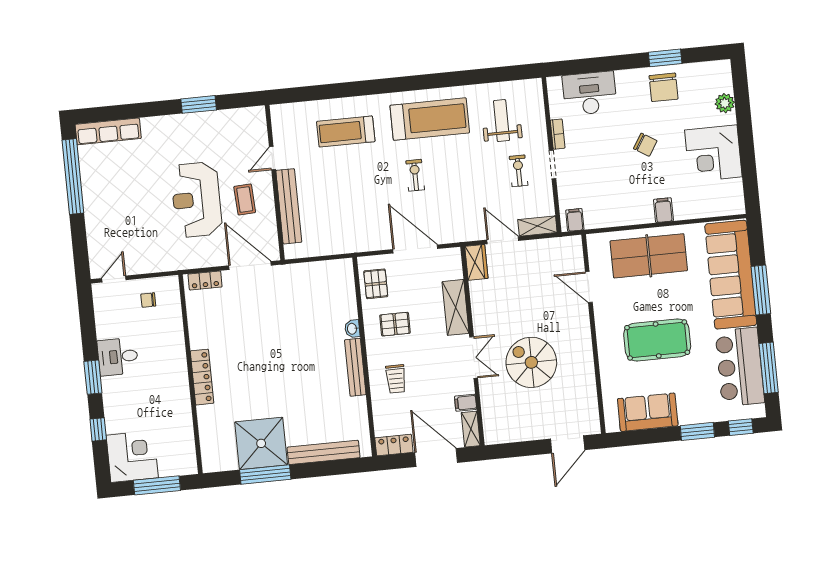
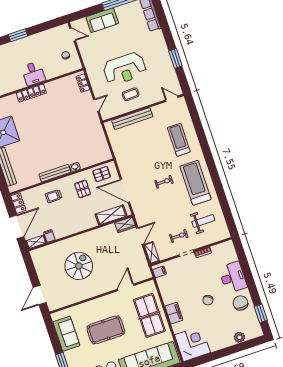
window: (665, 58) -> (261, 313), moved
chair: (664, 87) -> (241, 303), turned 90
desk: (590, 93) -> (233, 277), moved
treadmill: (430, 119) -> (196, 183), turned 180
corner desk: (713, 153) -> (192, 344), moved, turned 90
door: (272, 158) -> (172, 99), moved
reception desk: (196, 200) -> (125, 69), turned 180
filing cabinet: (663, 210) -> (174, 313), width x2.00
sofa: (100, 220) -> (102, 20), added
door: (415, 249) -> (125, 191), swing flipped
door: (250, 265) -> (96, 105), width x0.53
shelving: (456, 307) -> (111, 215), moved
pool table: (657, 340) -> (106, 330), turned 90
desk: (118, 357) -> (33, 74), moved, turned 180
double door: (474, 358) -> (74, 235), removed
door: (568, 444) -> (40, 295), hinge flipped

